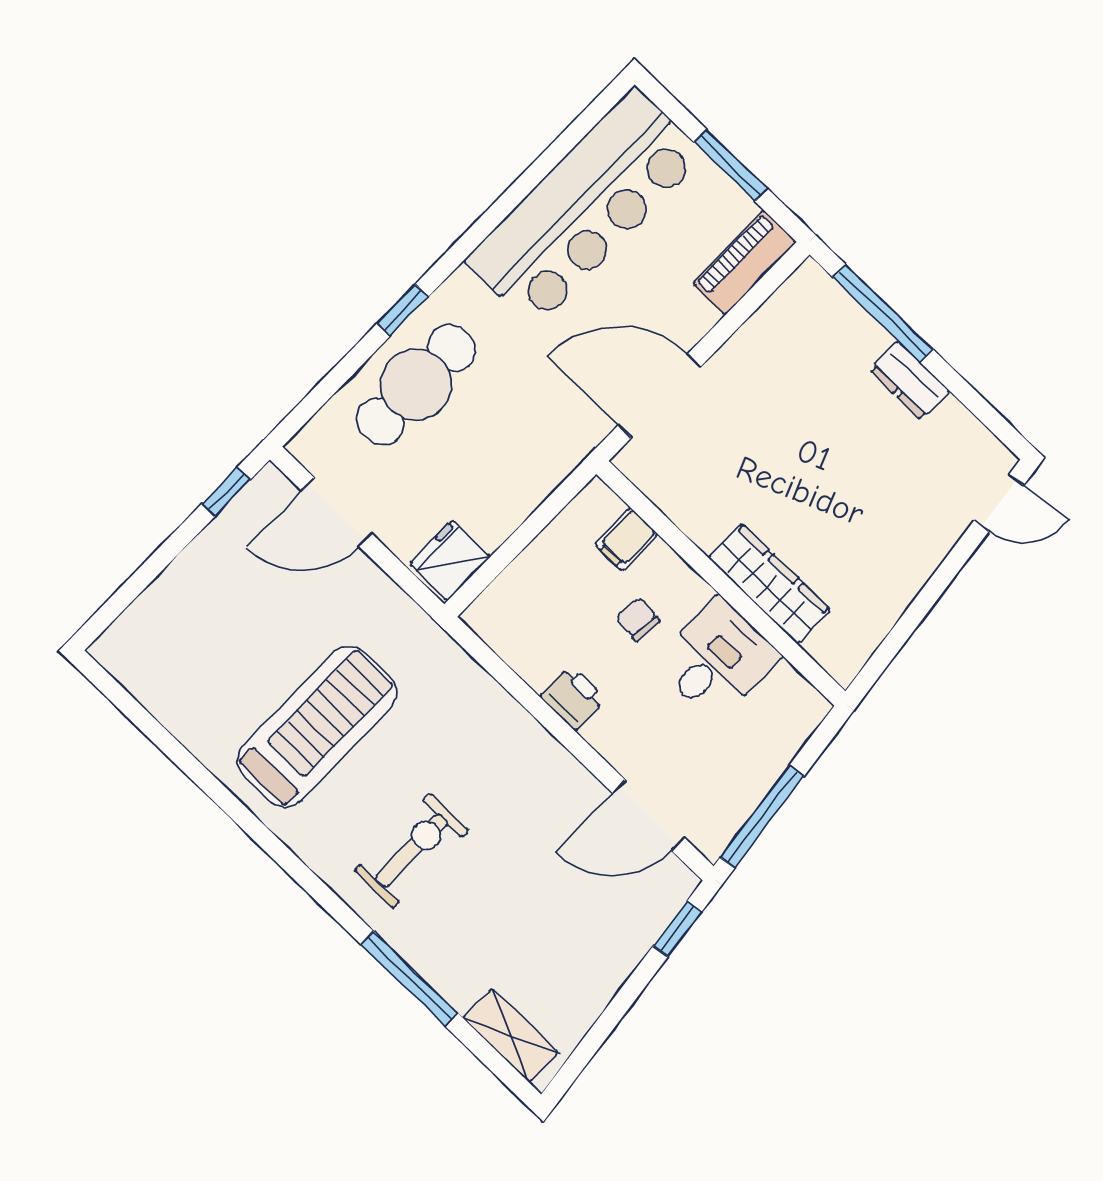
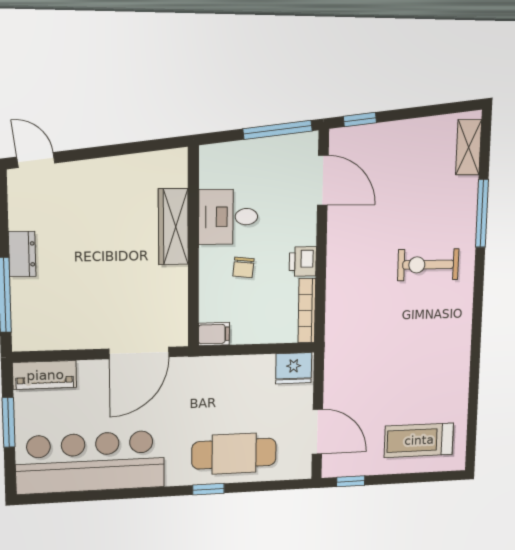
door: (659, 396) -> (139, 353), hinge flipped
filing cabinet: (626, 539) -> (214, 334), moved
bookcase: (507, 645) -> (307, 311), added
treadmill: (317, 727) -> (419, 440), moved, width x0.73, depth x0.73

